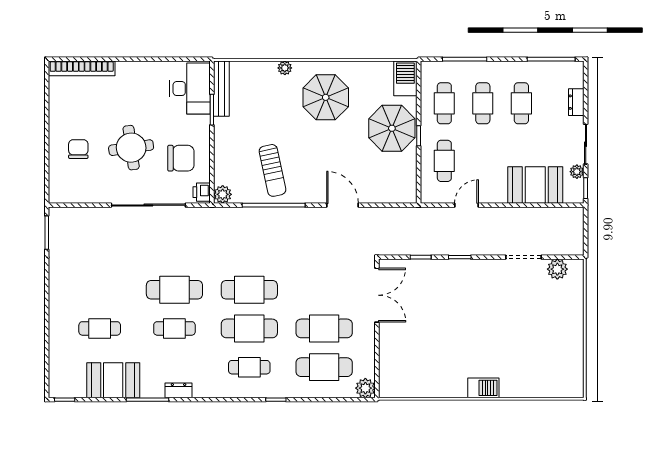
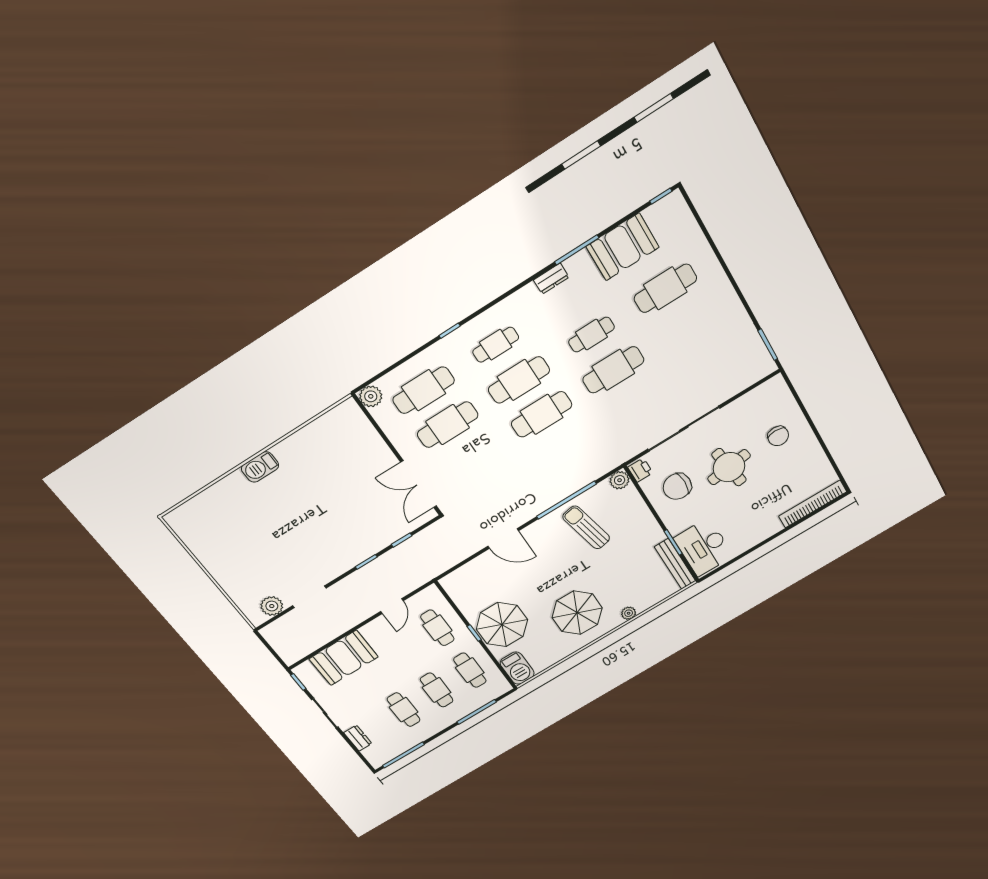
plant: (577, 172) -> (316, 689), removed
cafe table: (100, 328) -> (665, 288), width x1.37, depth x1.35

